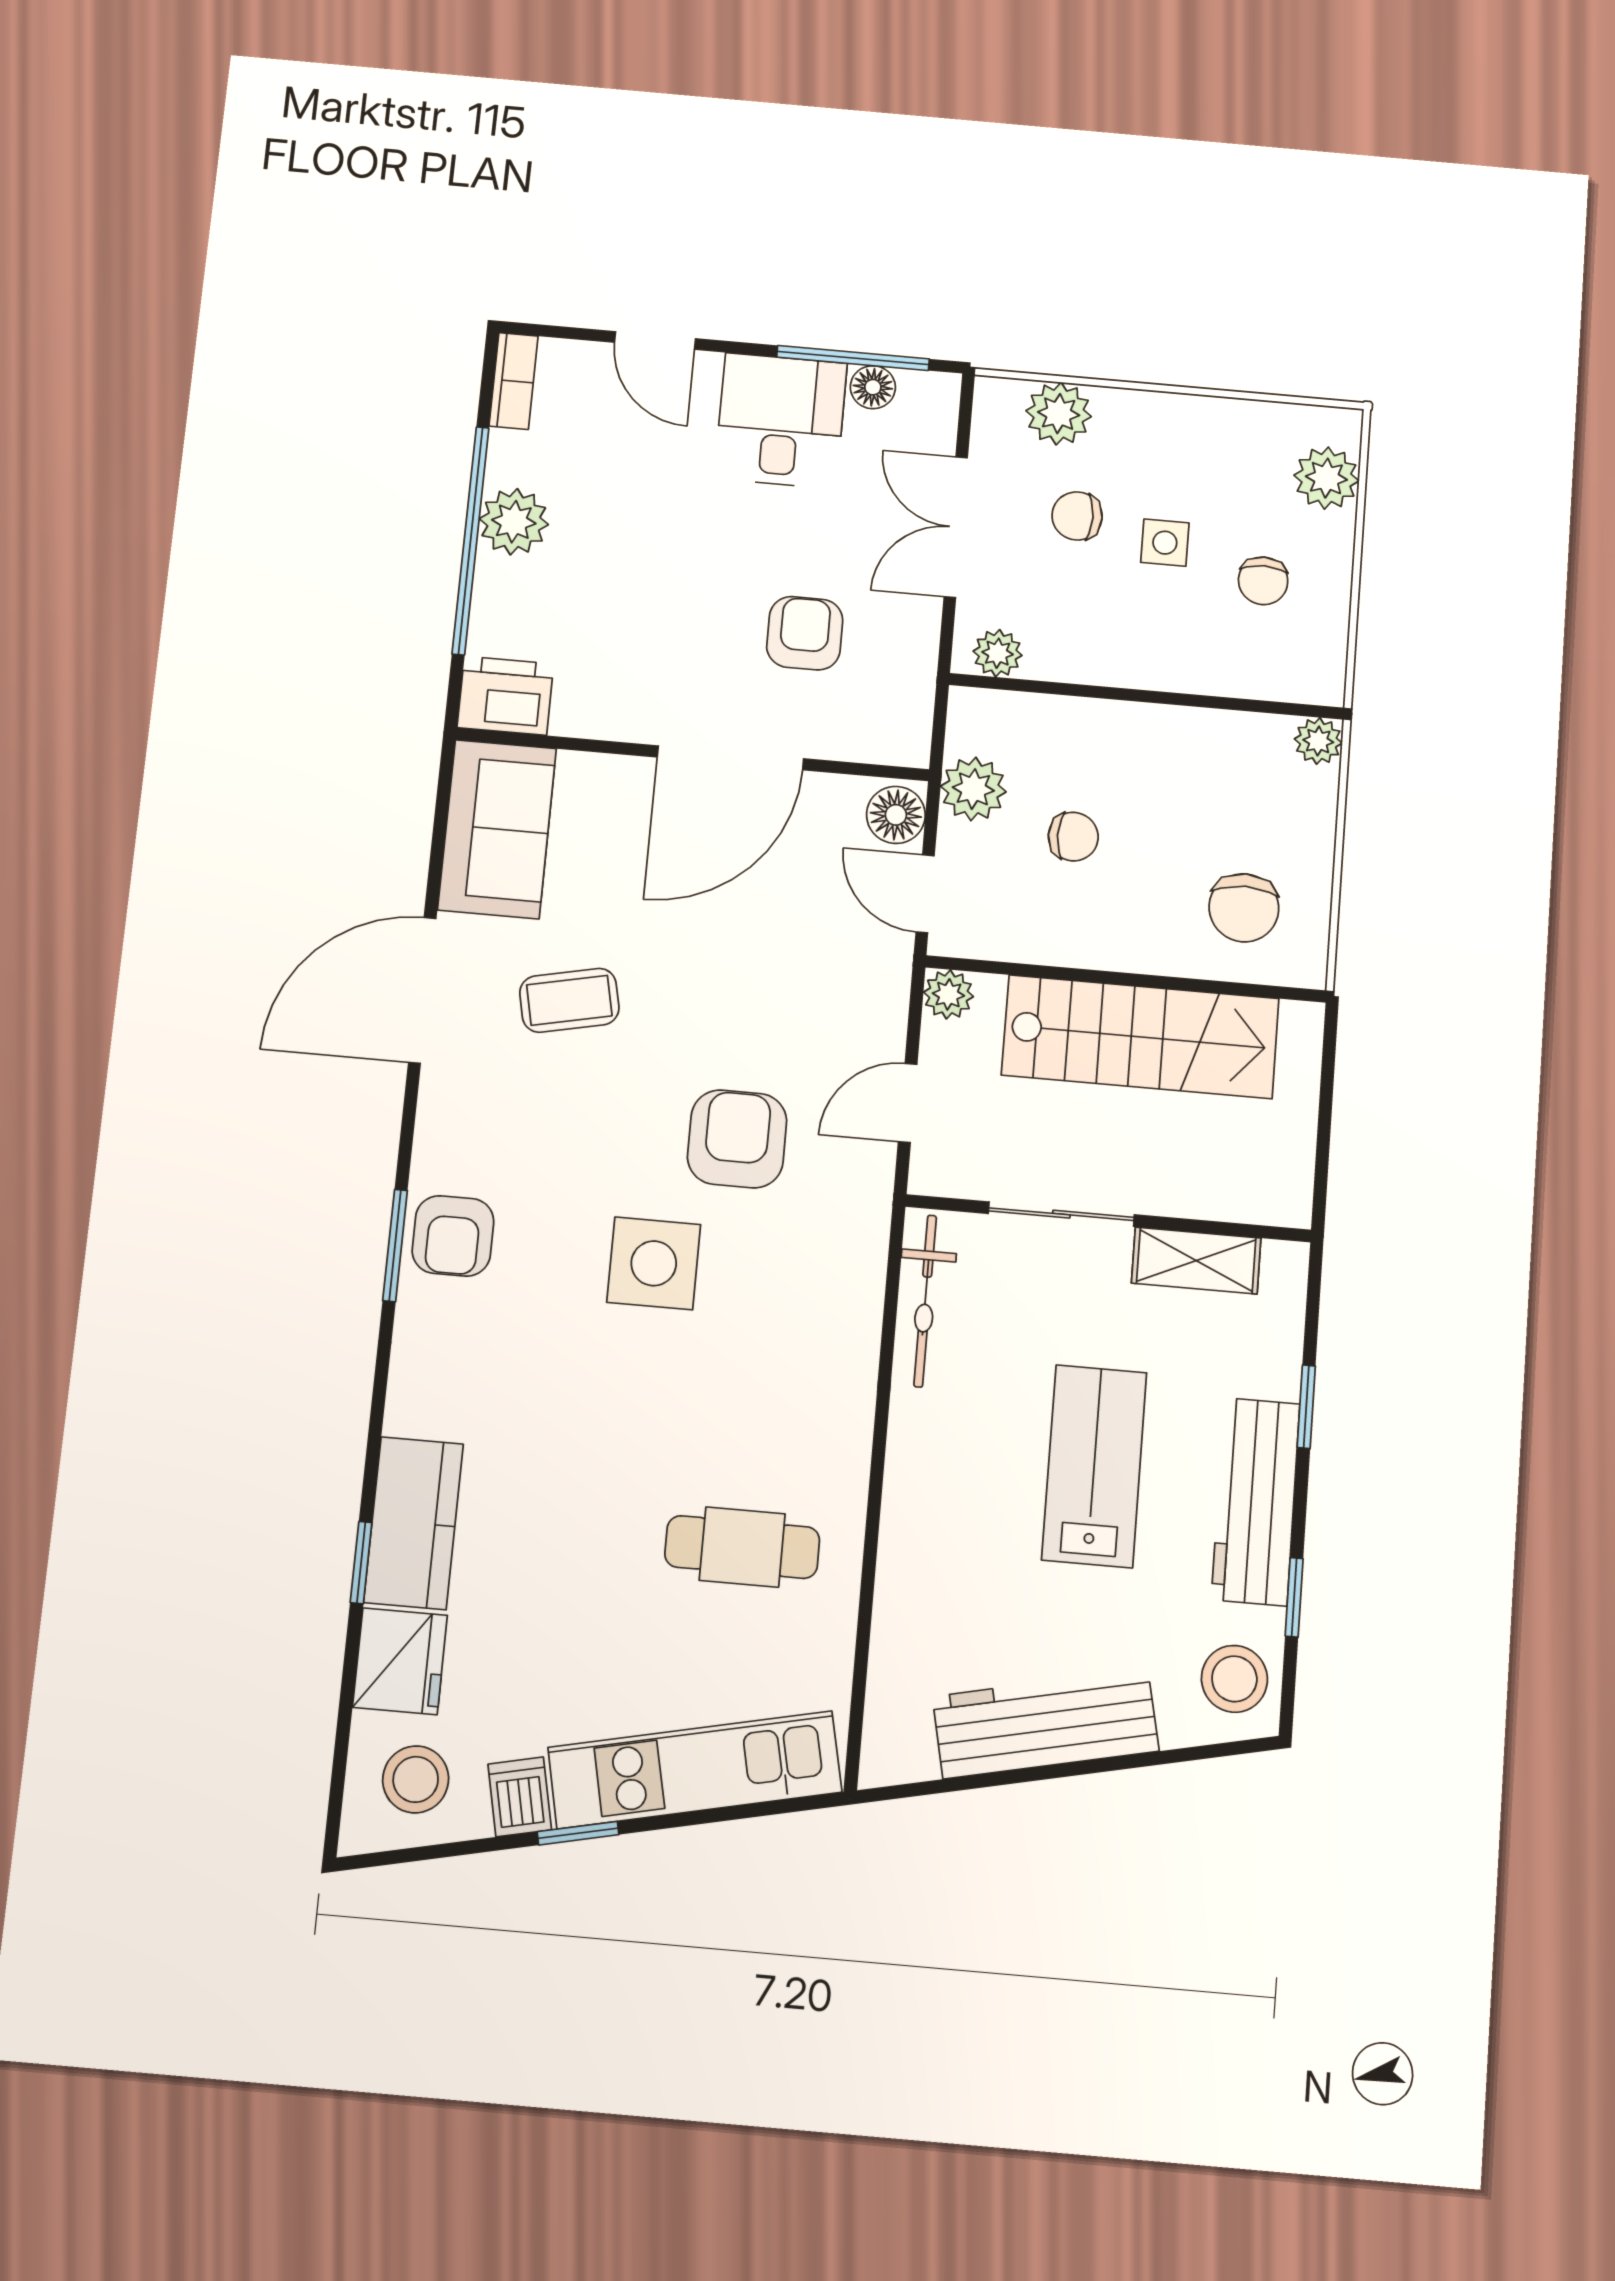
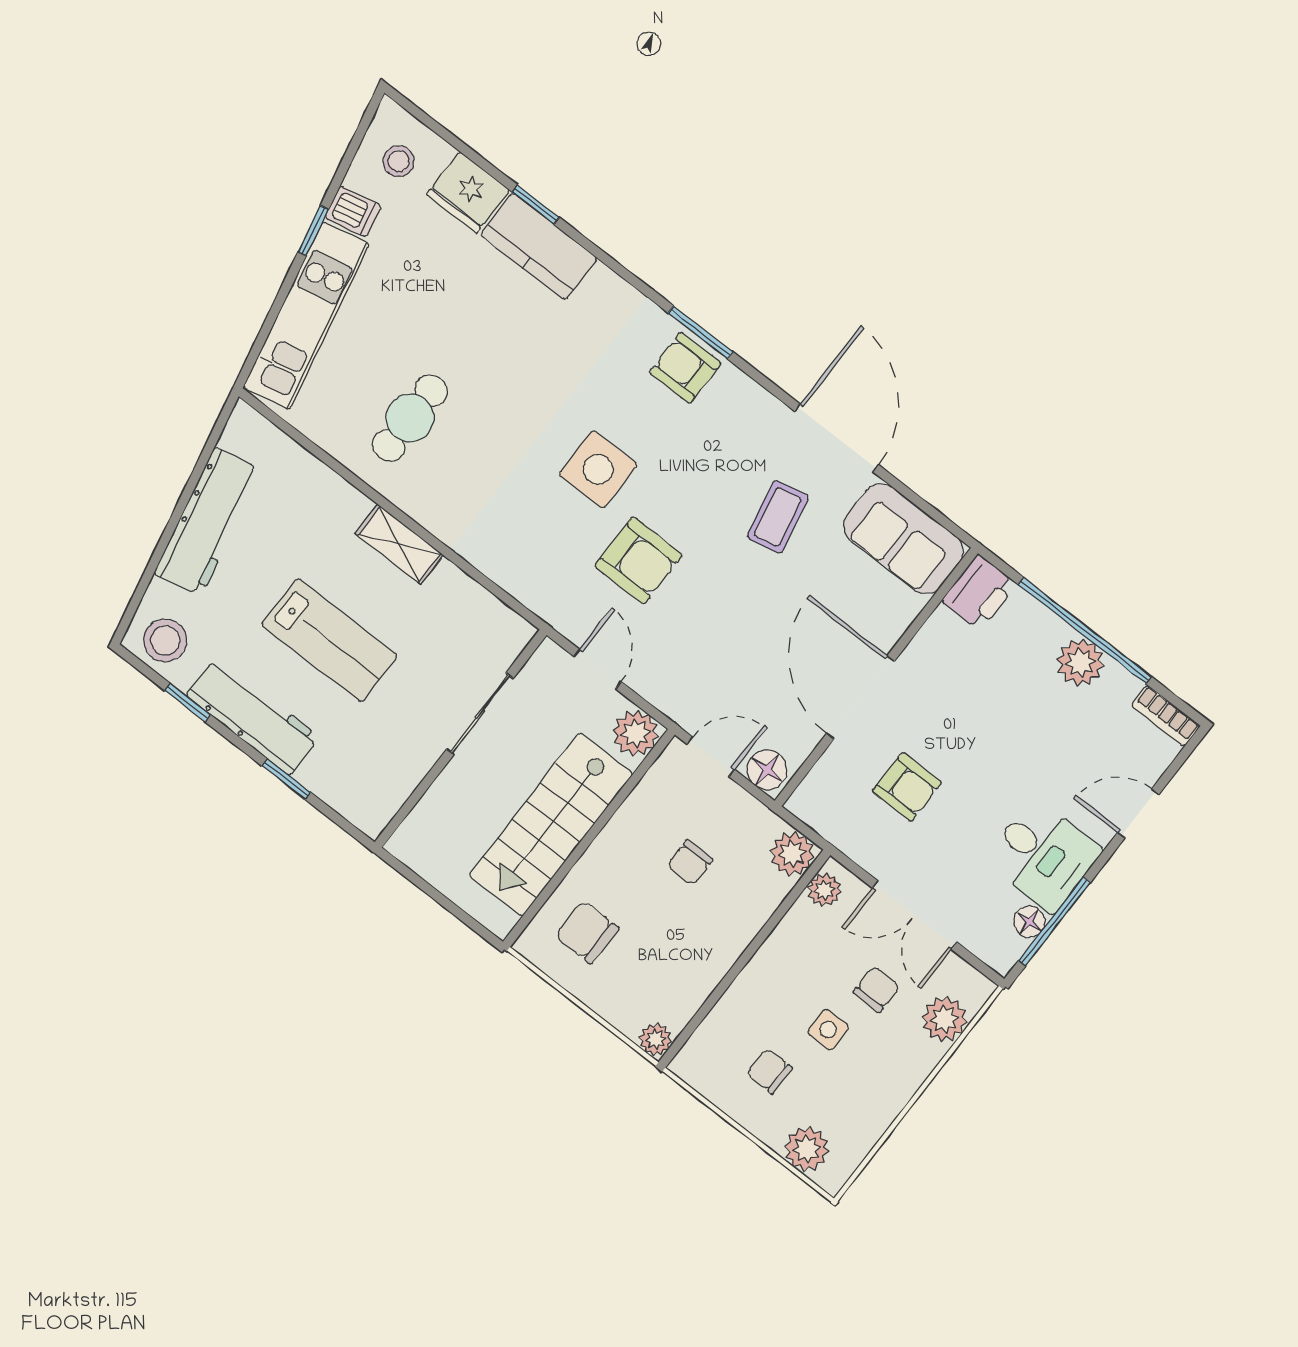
double door: (956, 527) -> (915, 915), swing flipped
plant: (973, 789) -> (792, 854), moved
plant: (948, 994) -> (636, 733), width x1.38, depth x1.38
shelving: (1196, 1261) -> (399, 544), moved, turned 90
bicycle: (925, 1301) -> (480, 606), removed
stool: (416, 1779) -> (399, 161), width x0.73, depth x0.73

